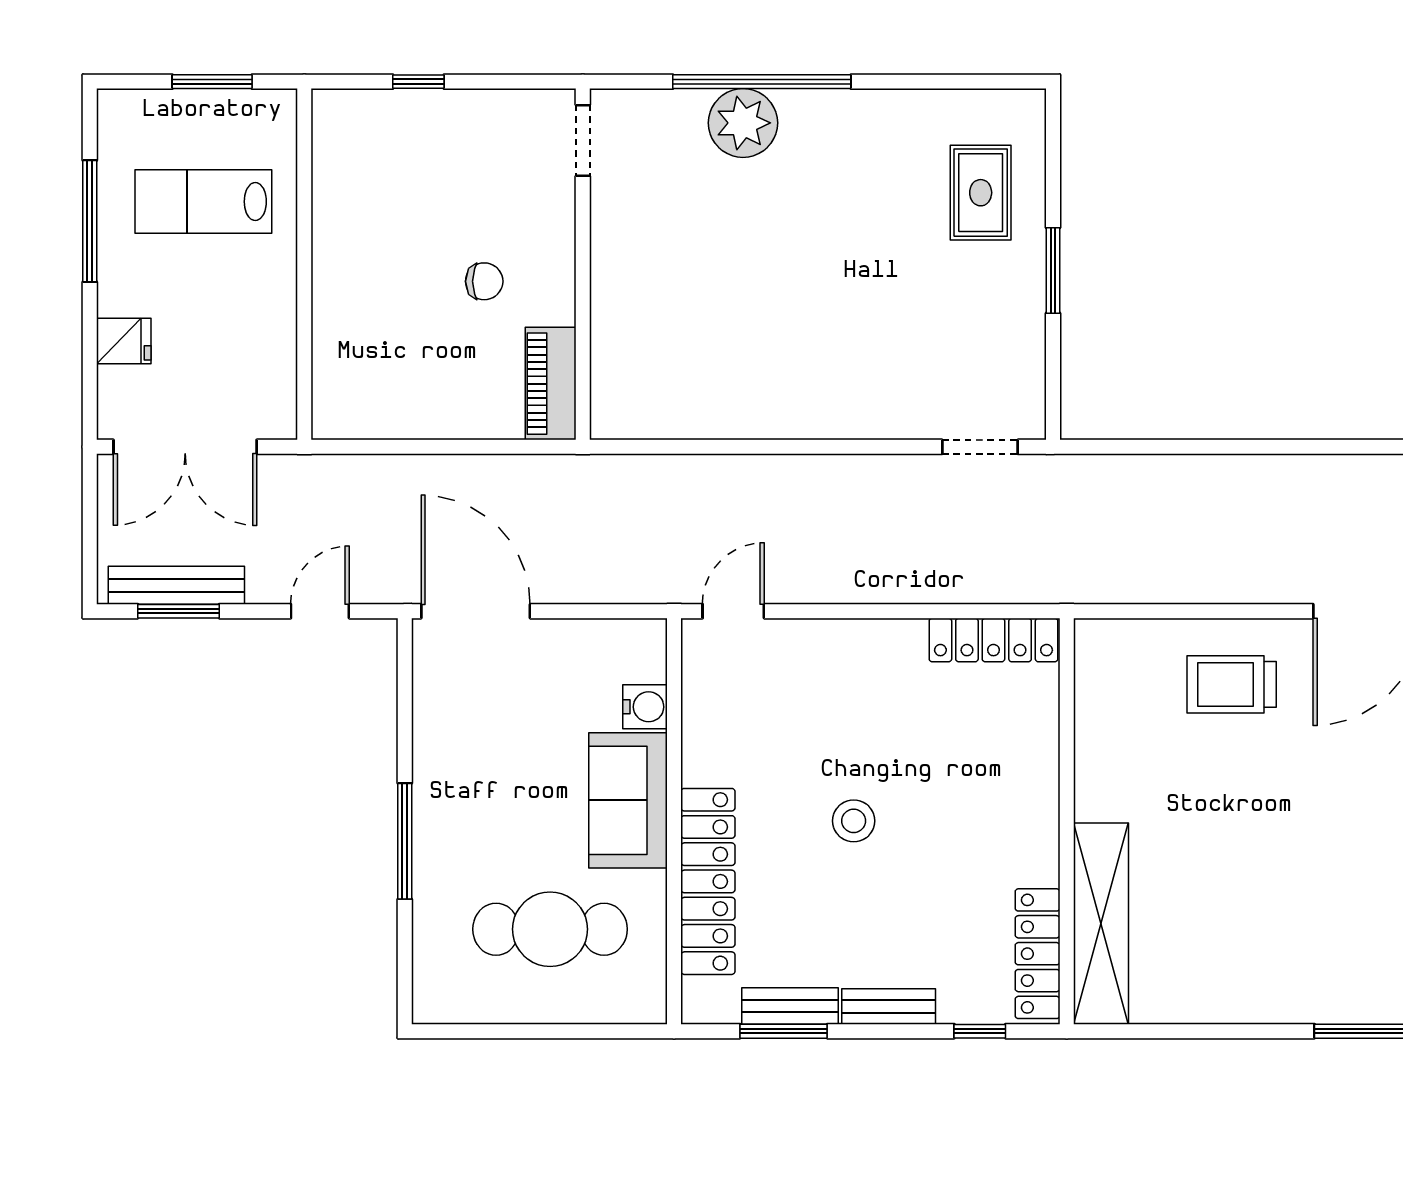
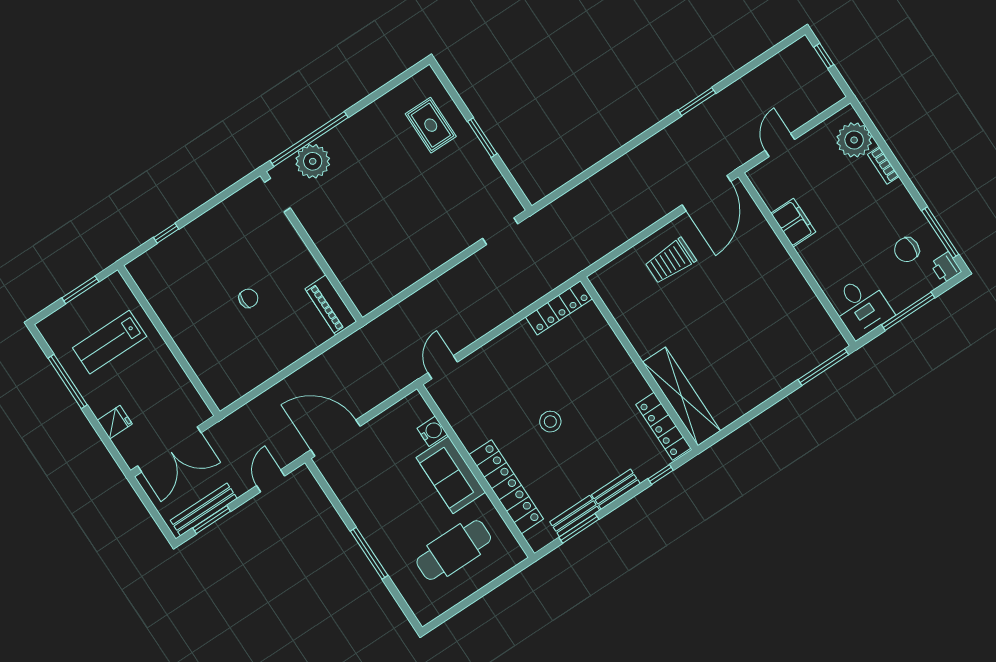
doorway: (583, 141) -> (277, 195), moved
wall: (583, 264) -> (311, 247), moved
piano: (551, 384) -> (331, 305), moved

